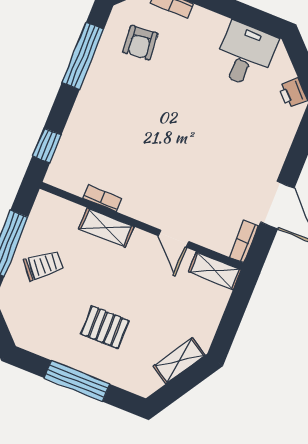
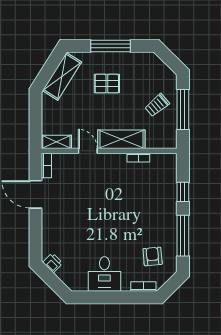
desk: (245, 55) -> (104, 274), moved
window: (47, 145) -> (183, 192), moved
shelving: (106, 228) -> (121, 139), width x1.50, depth x1.33
shelving: (179, 361) -> (62, 76), width x1.50, depth x1.33

